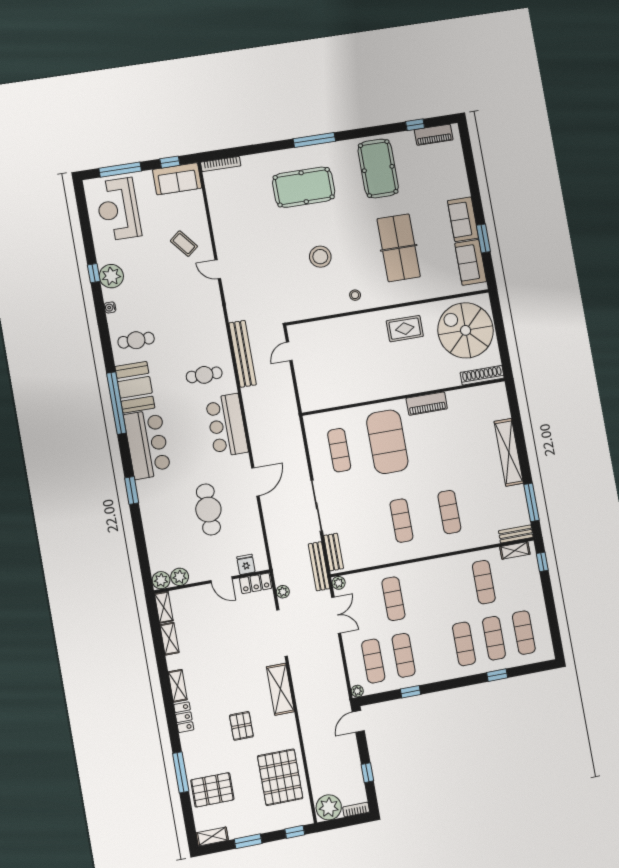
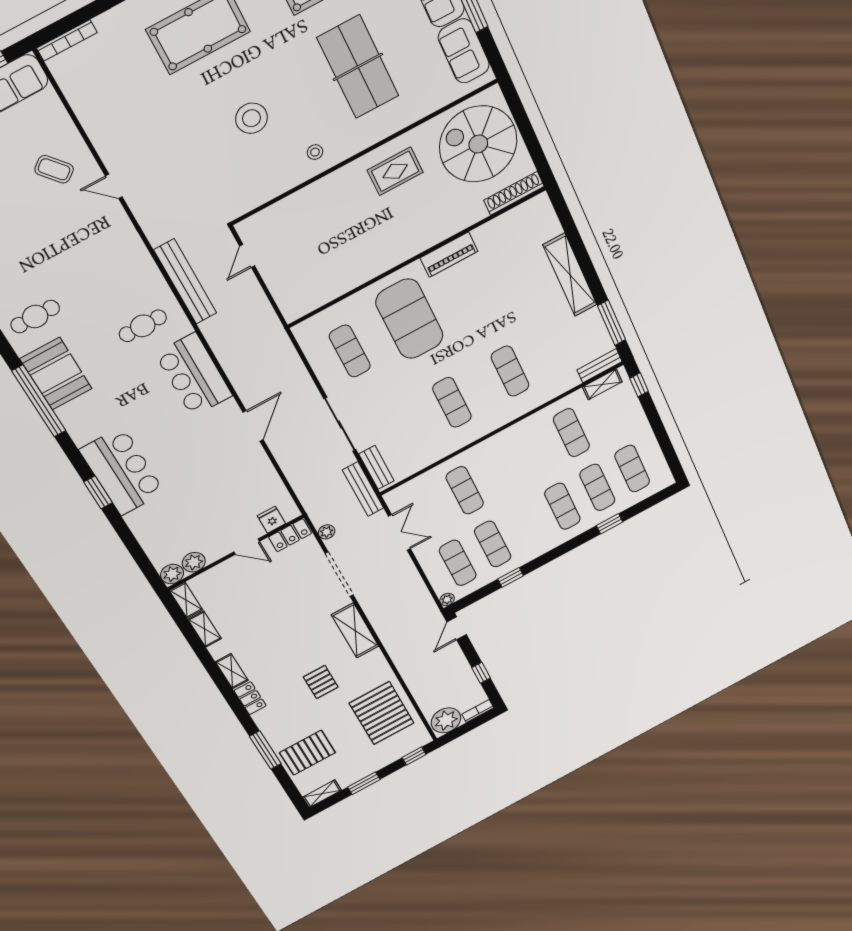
bar counter: (147, 444) -> (122, 471), moved
cafe table: (208, 510) -> (204, 478), removed
plant: (339, 583) -> (392, 498), removed

